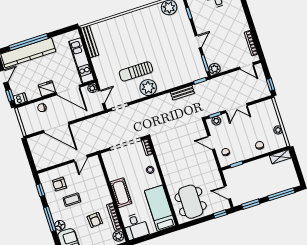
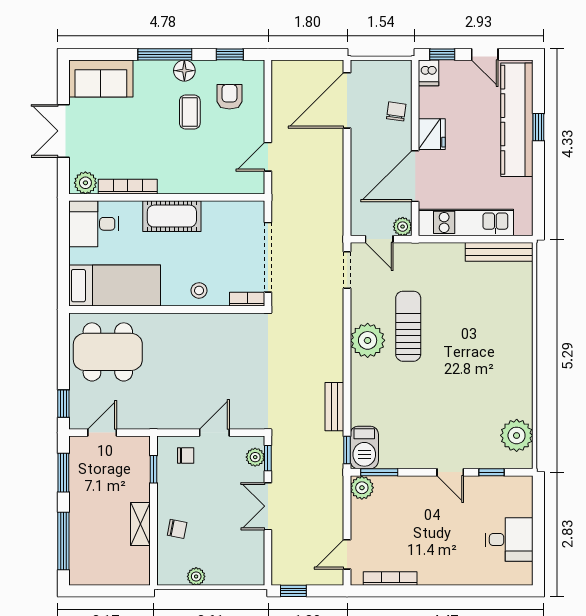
window: (28, 42) -> (538, 127), width x0.32
door: (198, 42) -> (450, 472), moved
barbecue: (196, 74) -> (364, 447), added
door: (56, 127) -> (347, 100), moved
shelving: (280, 157) -> (140, 524), moved
door: (81, 158) -> (268, 157), hinge flipped
armchair: (95, 220) -> (134, 145), removed
floor lamp: (60, 225) -> (184, 71), moved

